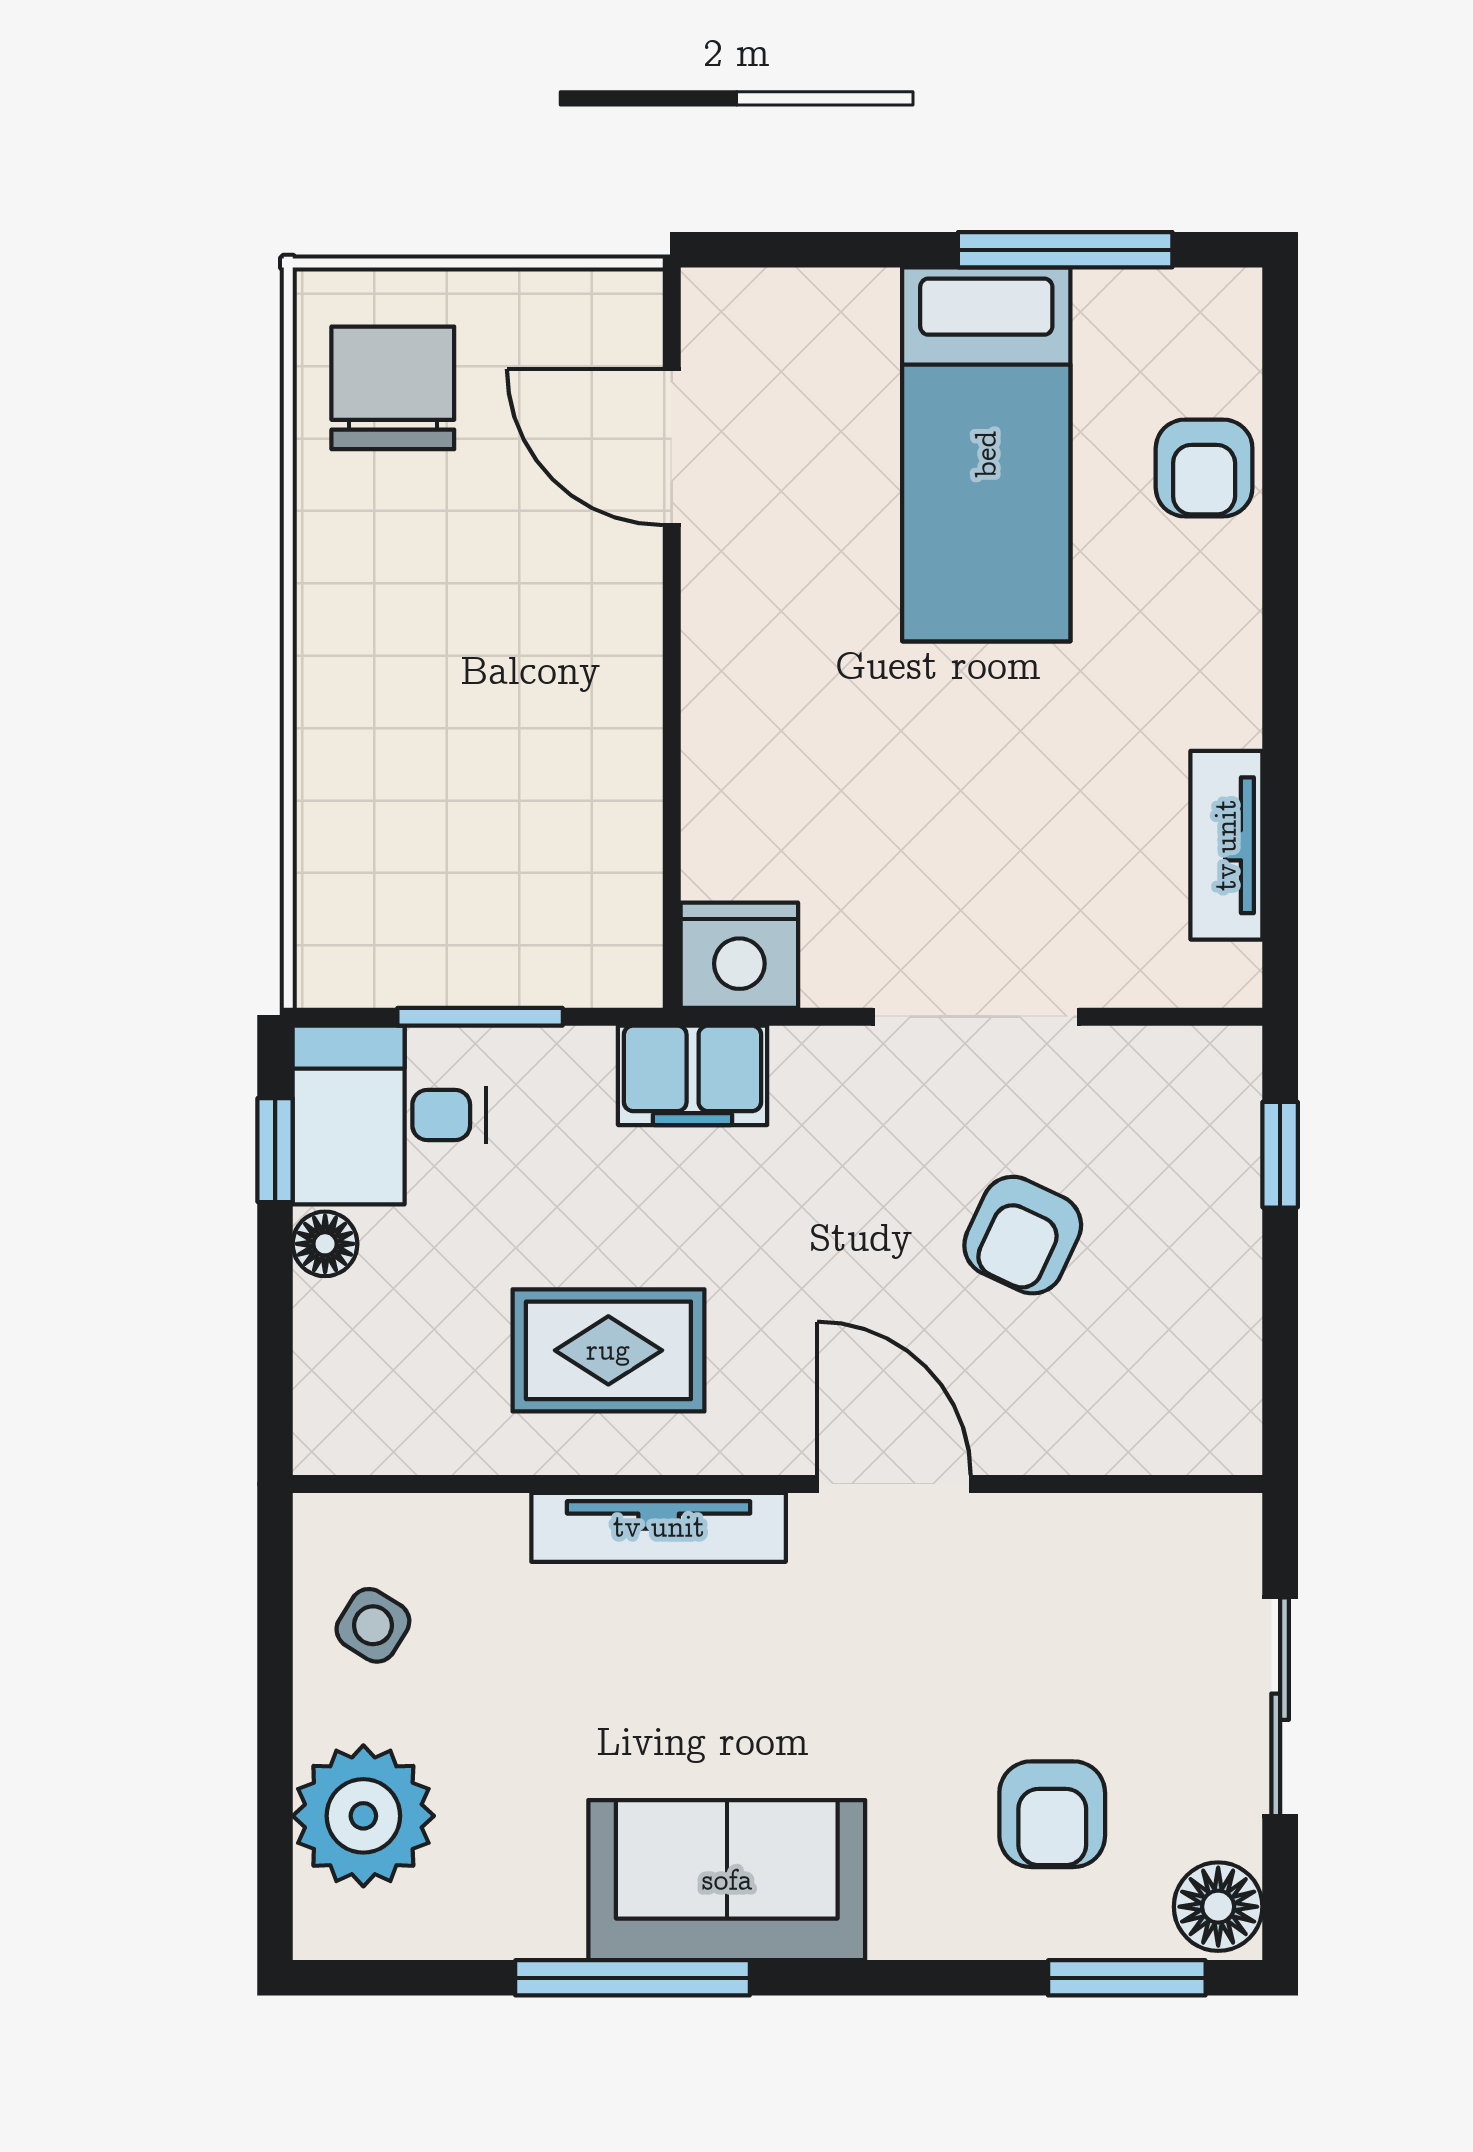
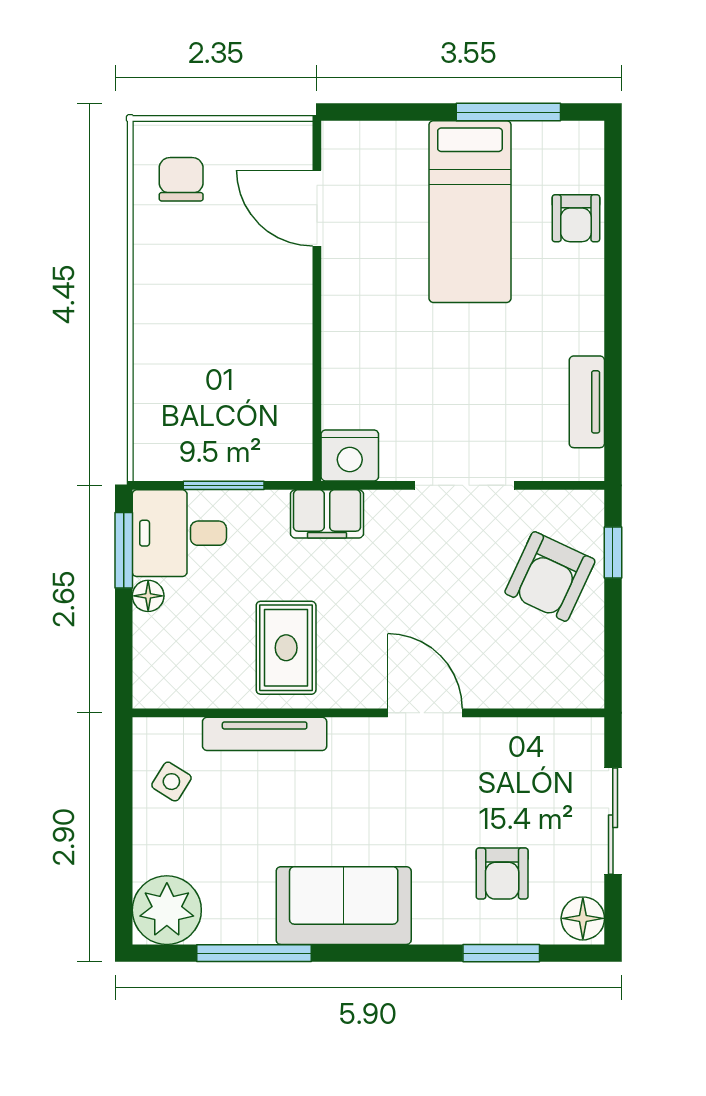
chair: (393, 388) -> (181, 179), width x0.73, depth x0.73
window: (275, 1150) -> (124, 550), width x1.50
armchair: (1023, 1235) -> (550, 576), moved, width x1.38, depth x1.38
rug: (608, 1350) -> (286, 648), turned 90
tv unit: (659, 1527) -> (265, 734), moved
plant: (363, 1816) -> (167, 910), moved
window: (632, 1978) -> (254, 953), moved
window: (1127, 1978) -> (501, 953), moved

